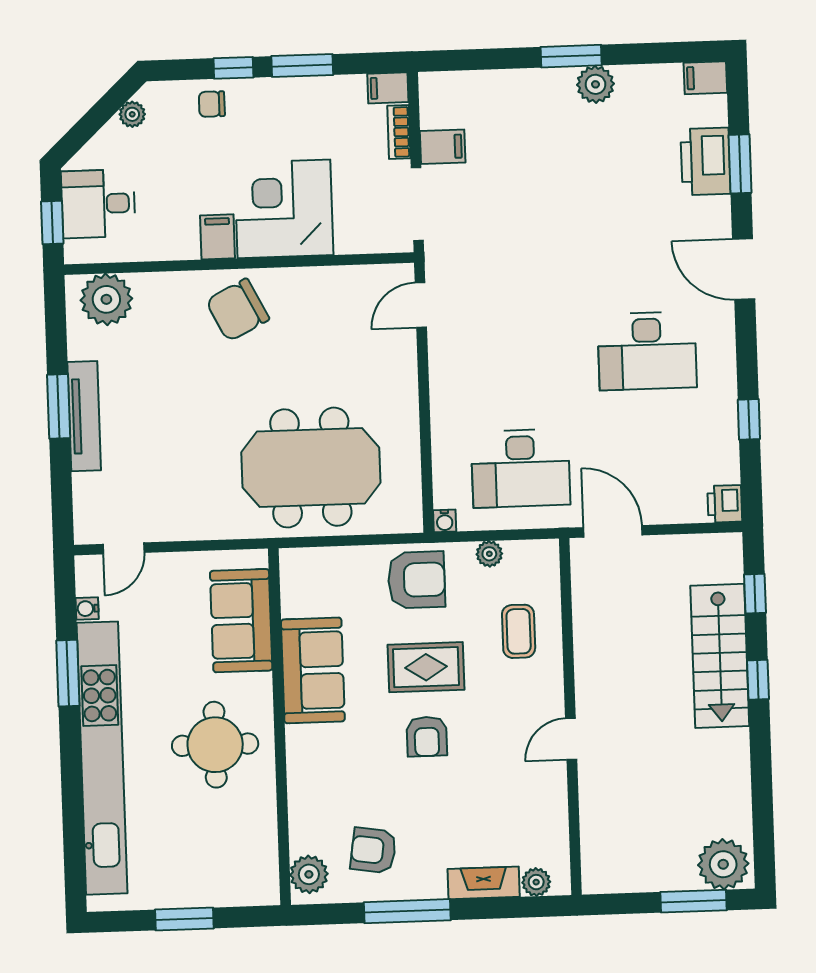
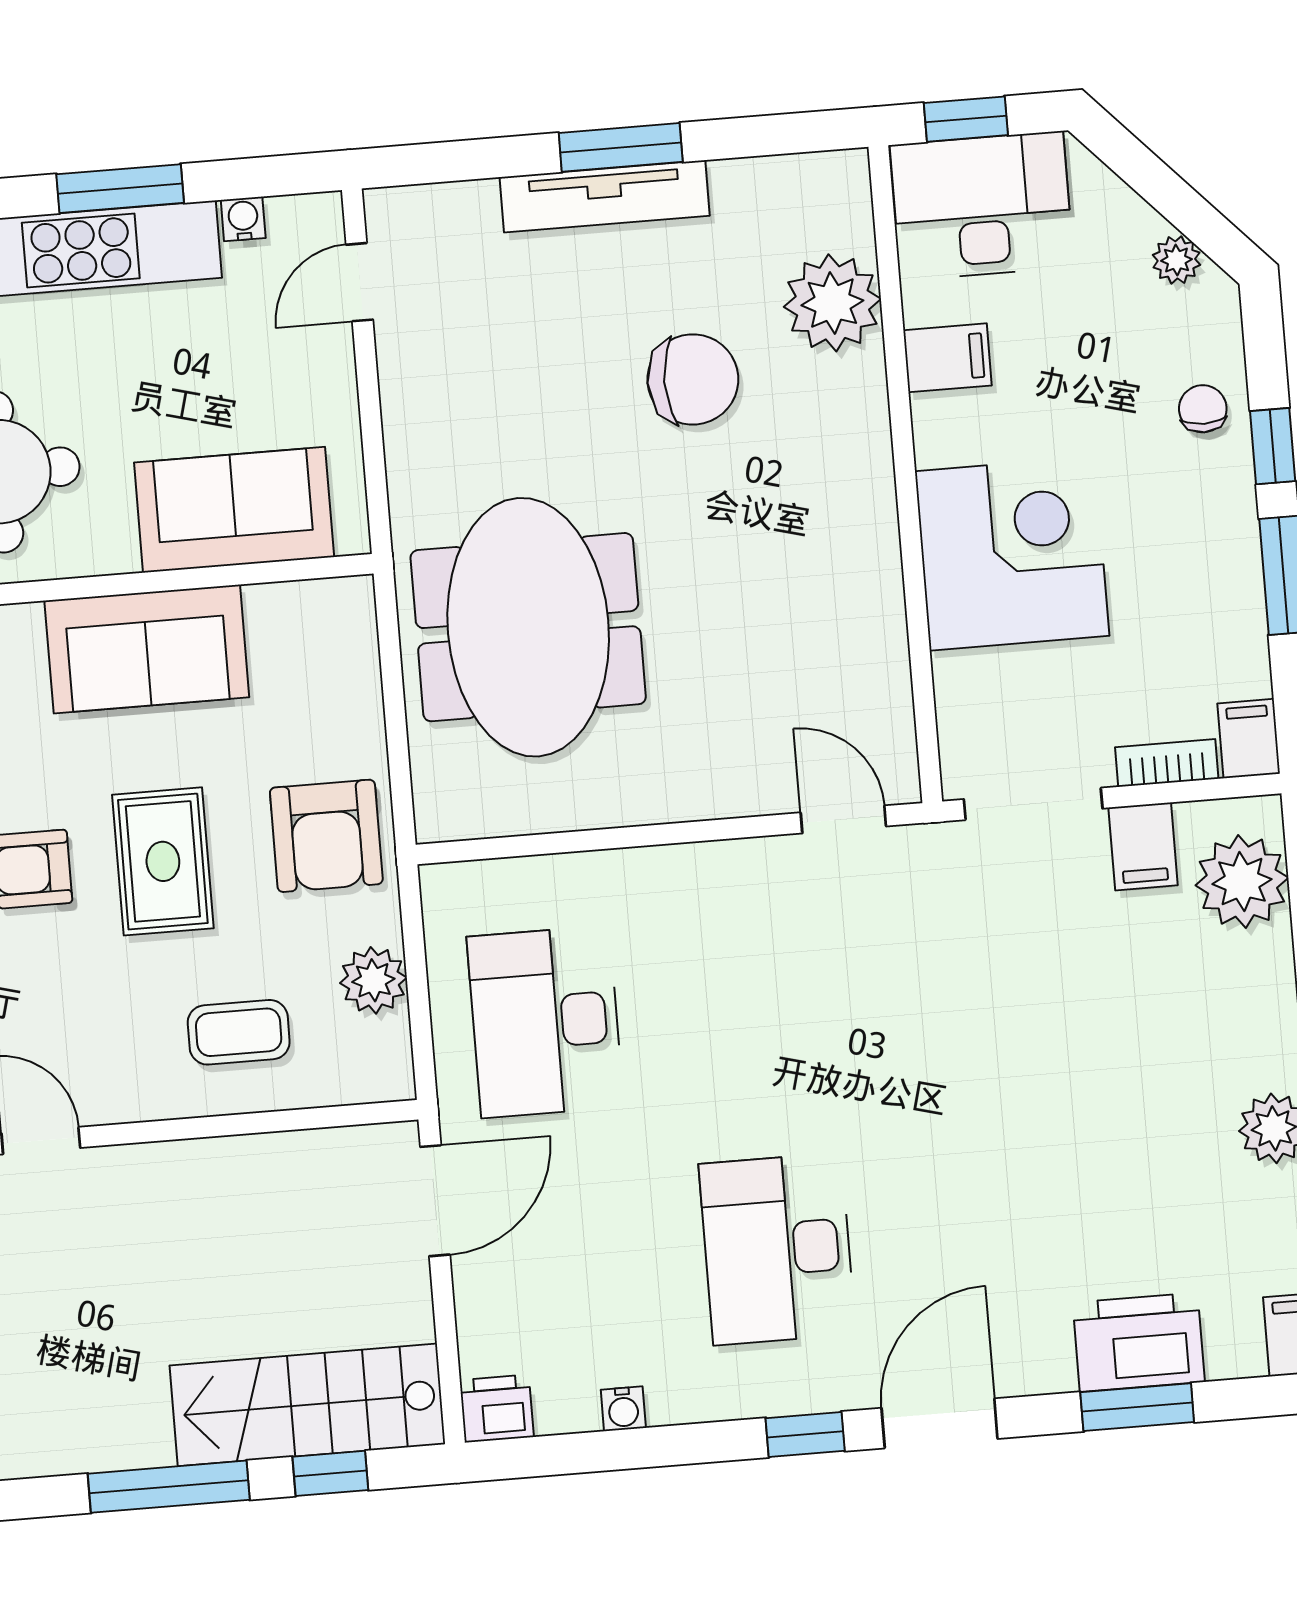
plant: (464, 95) -> (1242, 882), added
desk: (98, 204) -> (982, 206), width x1.37
filing cabinet: (218, 237) -> (947, 358), moved
plant: (106, 299) -> (832, 303), moved
chair: (238, 310) -> (693, 379), moved, turned 117
window: (749, 419) -> (805, 1434), moved
water cooler: (445, 521) -> (623, 1409), moved, turned -90
door: (124, 548) -> (360, 282), hinge flipped
plant: (489, 554) -> (373, 980), width x1.38, depth x1.38
stairs: (720, 656) -> (307, 1405), moved
window: (758, 680) -> (169, 1487), width x2.17

